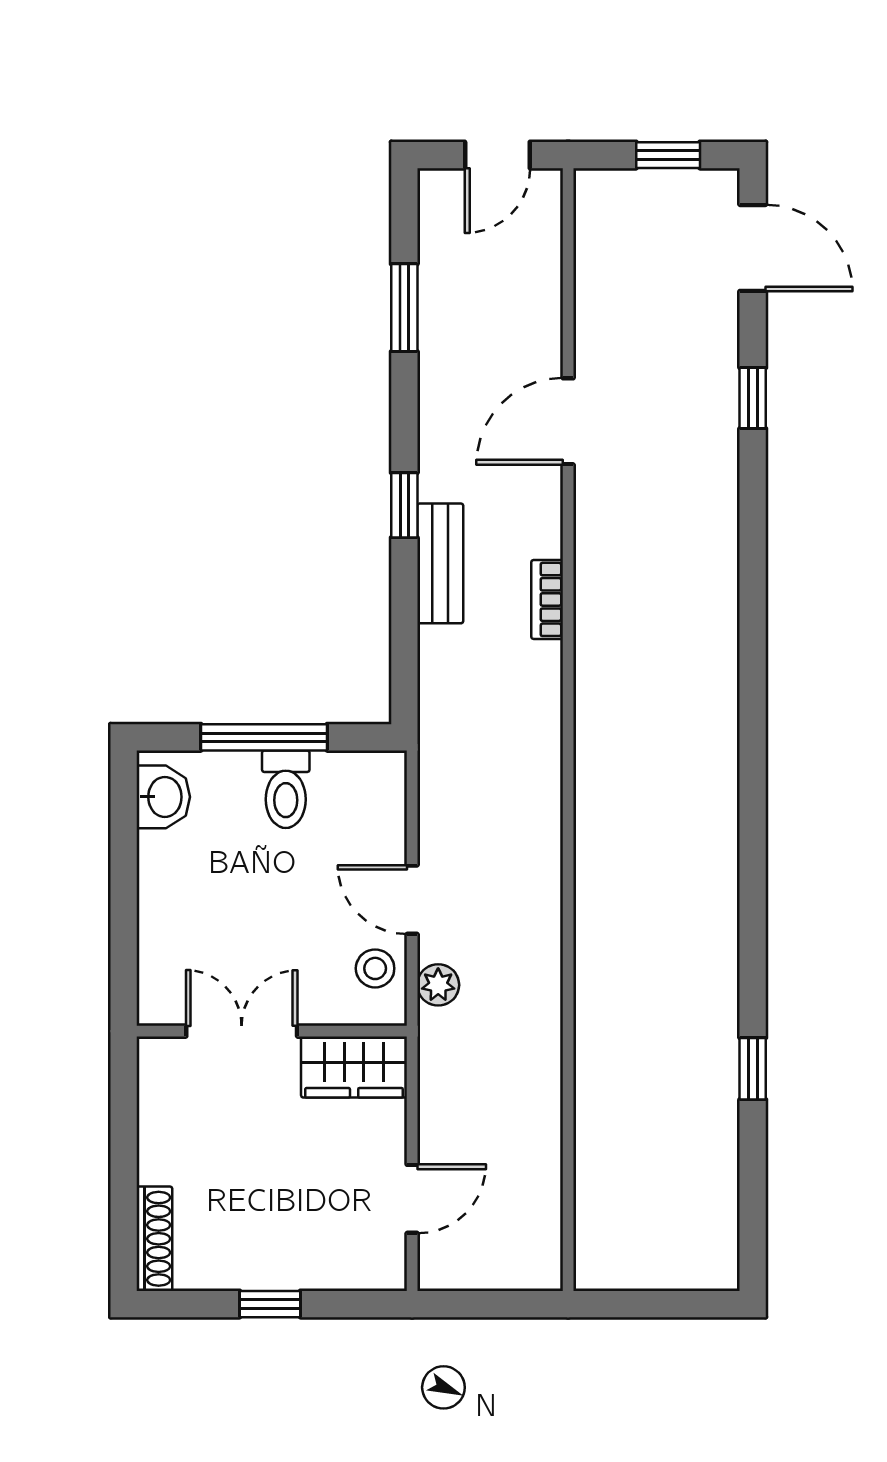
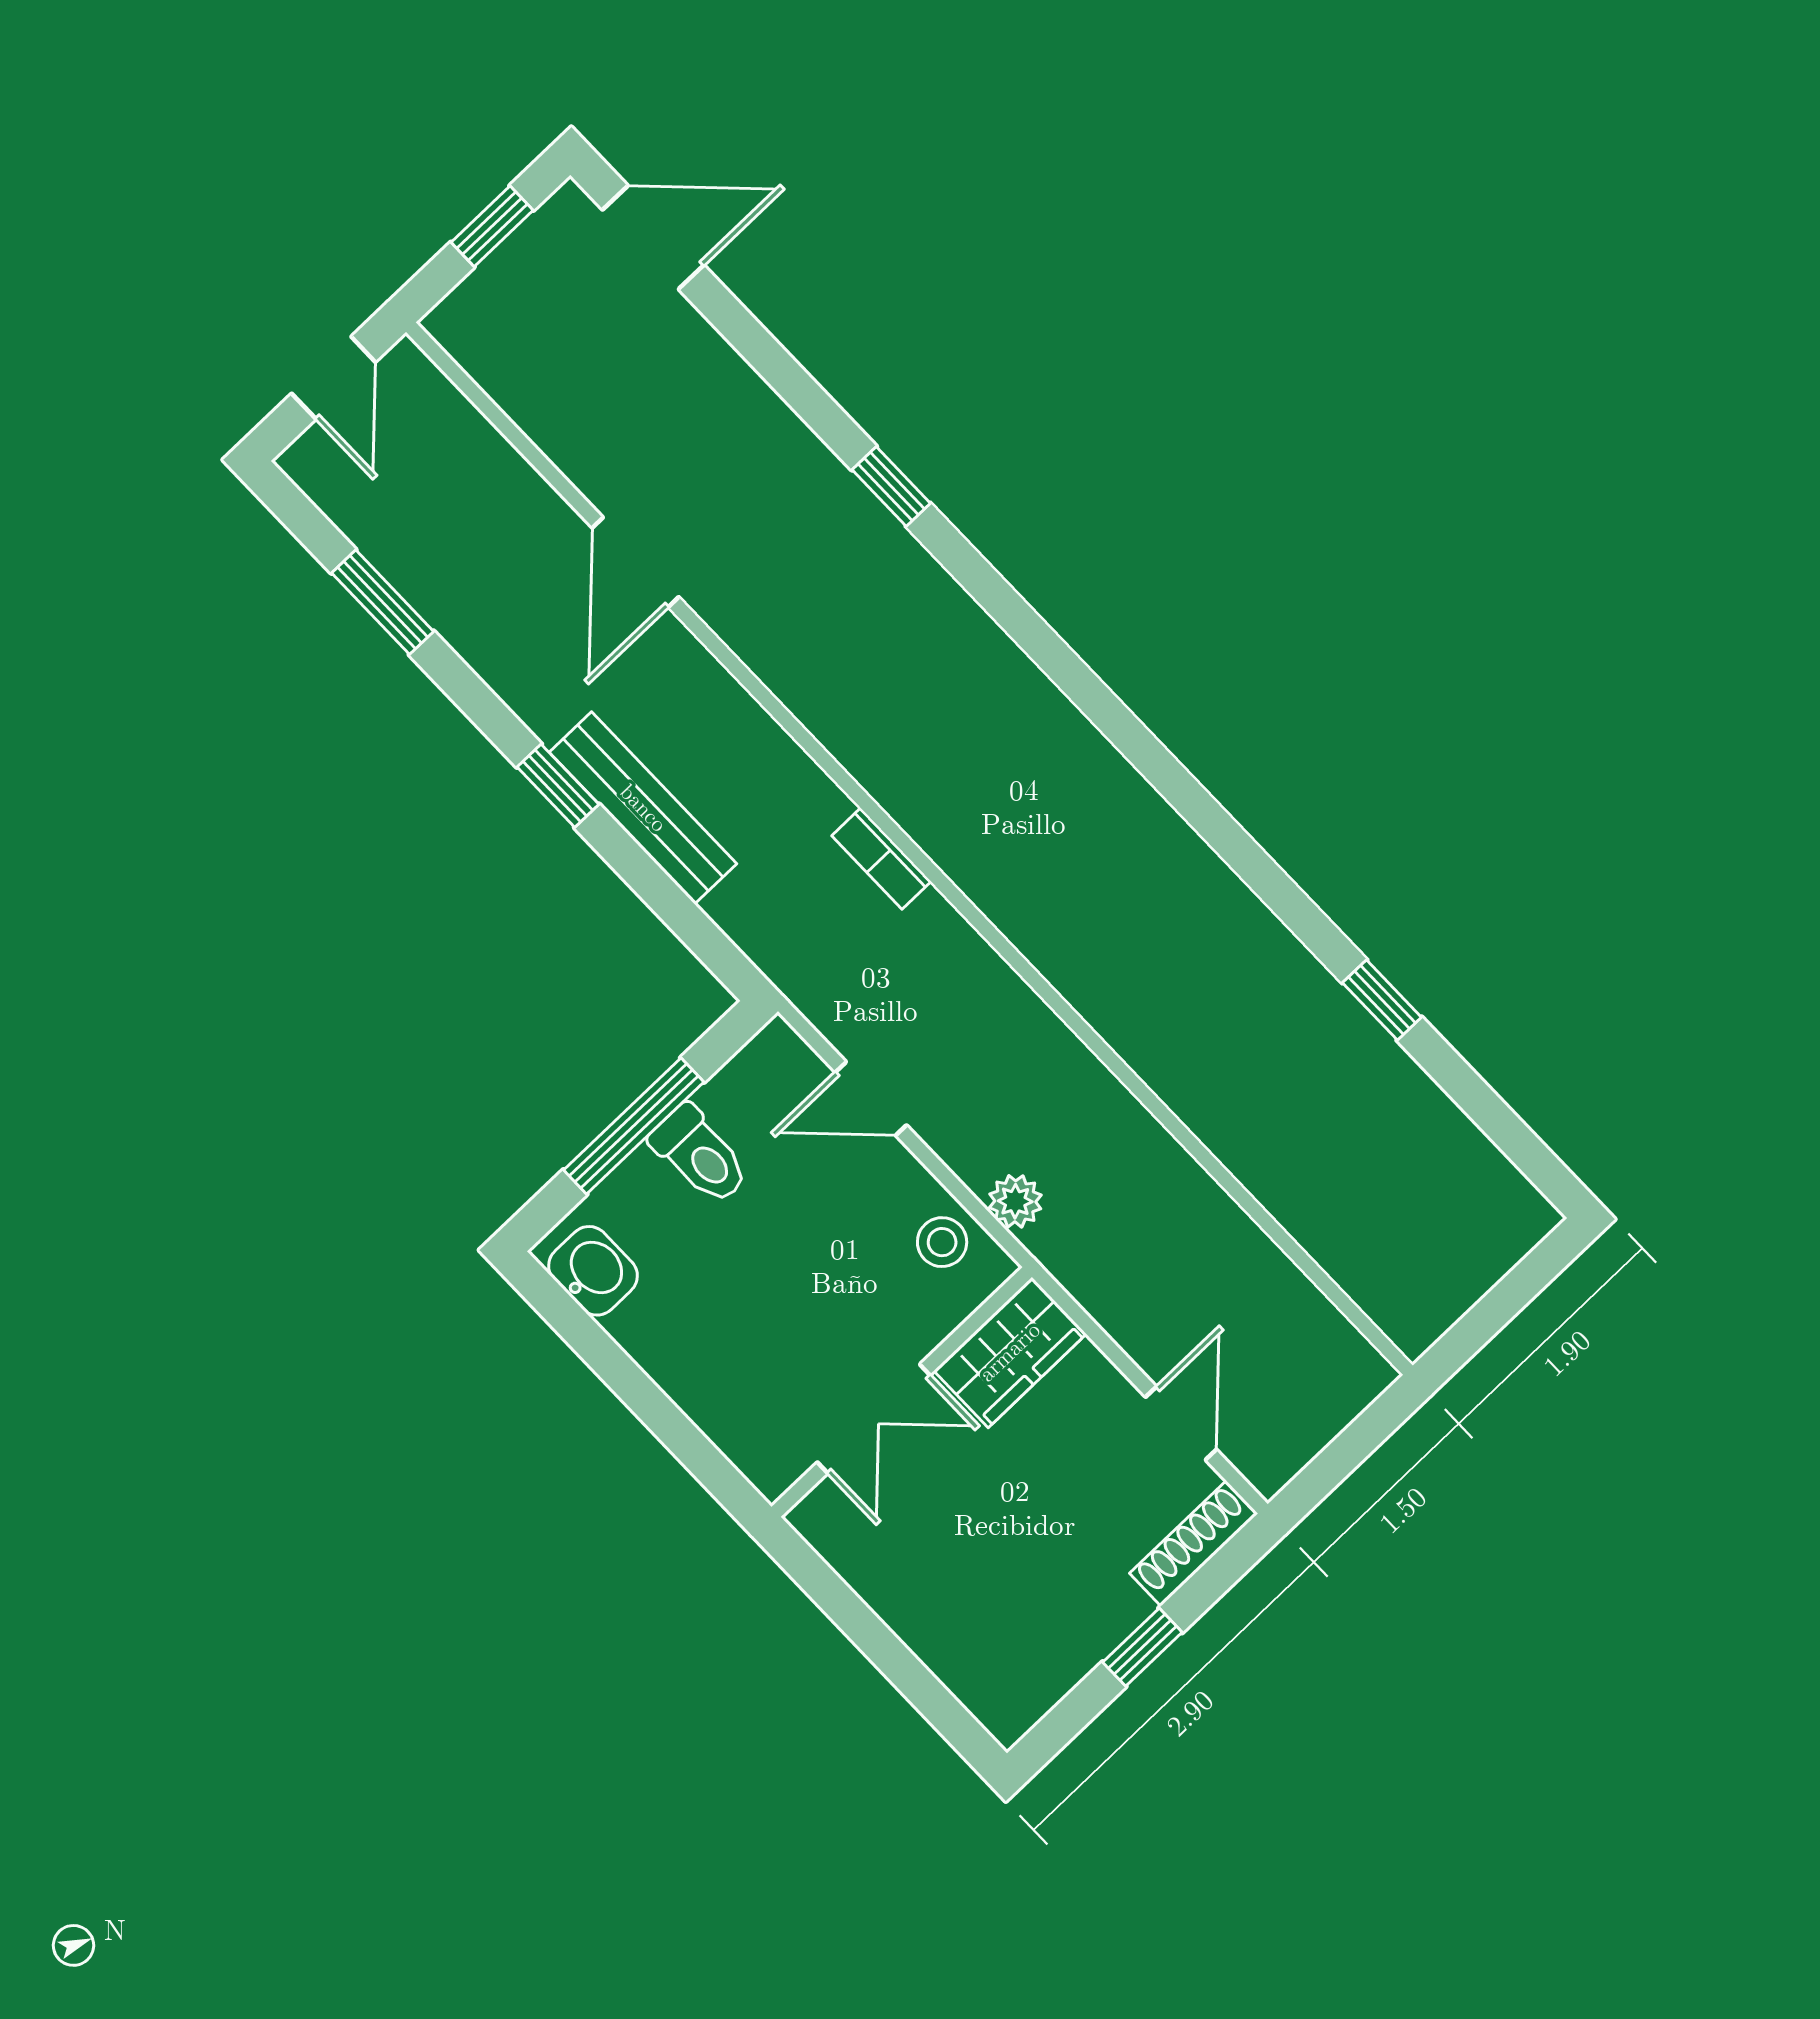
window: (753, 398) -> (891, 486), moved
bench: (440, 563) -> (643, 808), width x1.36
bookcase: (547, 599) -> (881, 859), moved
door: (412, 900) -> (871, 1099), moved
double door: (242, 1031) -> (874, 1419), swing flipped
shoe rack: (154, 1239) -> (1194, 1543), moved, turned -90

